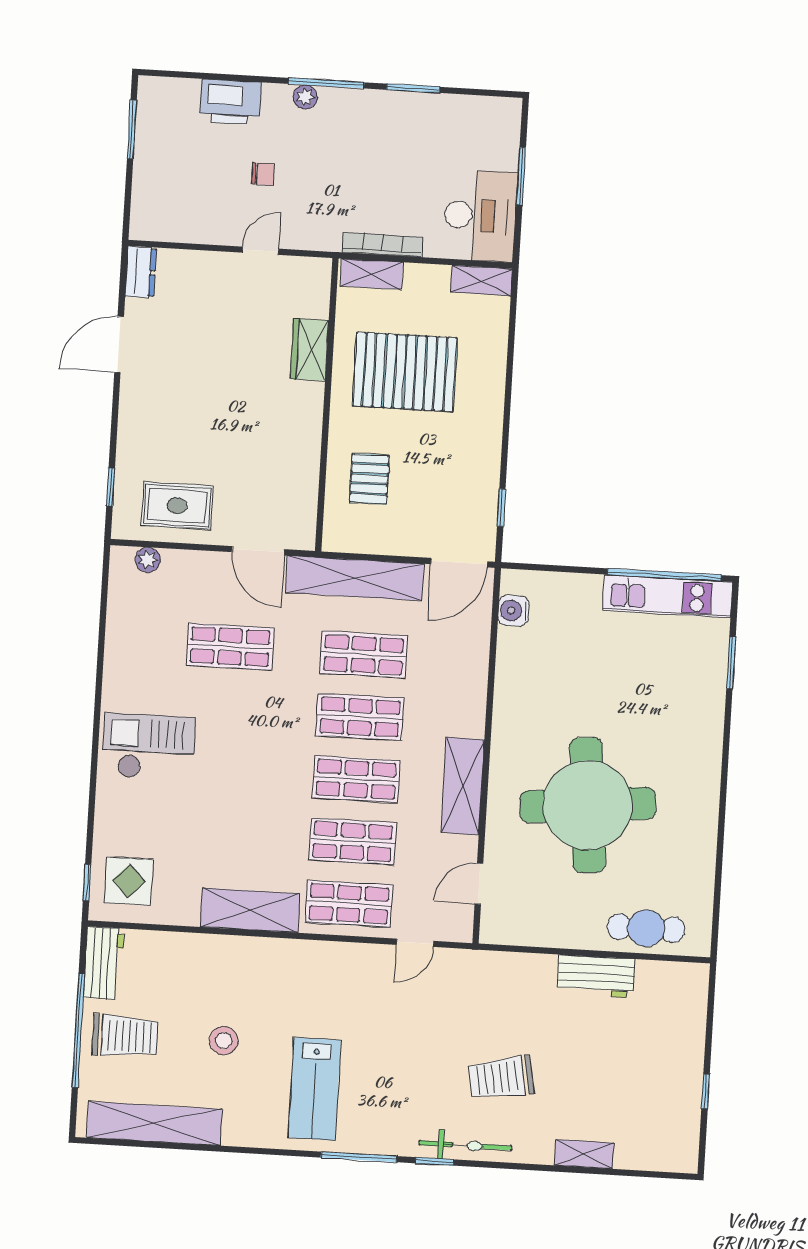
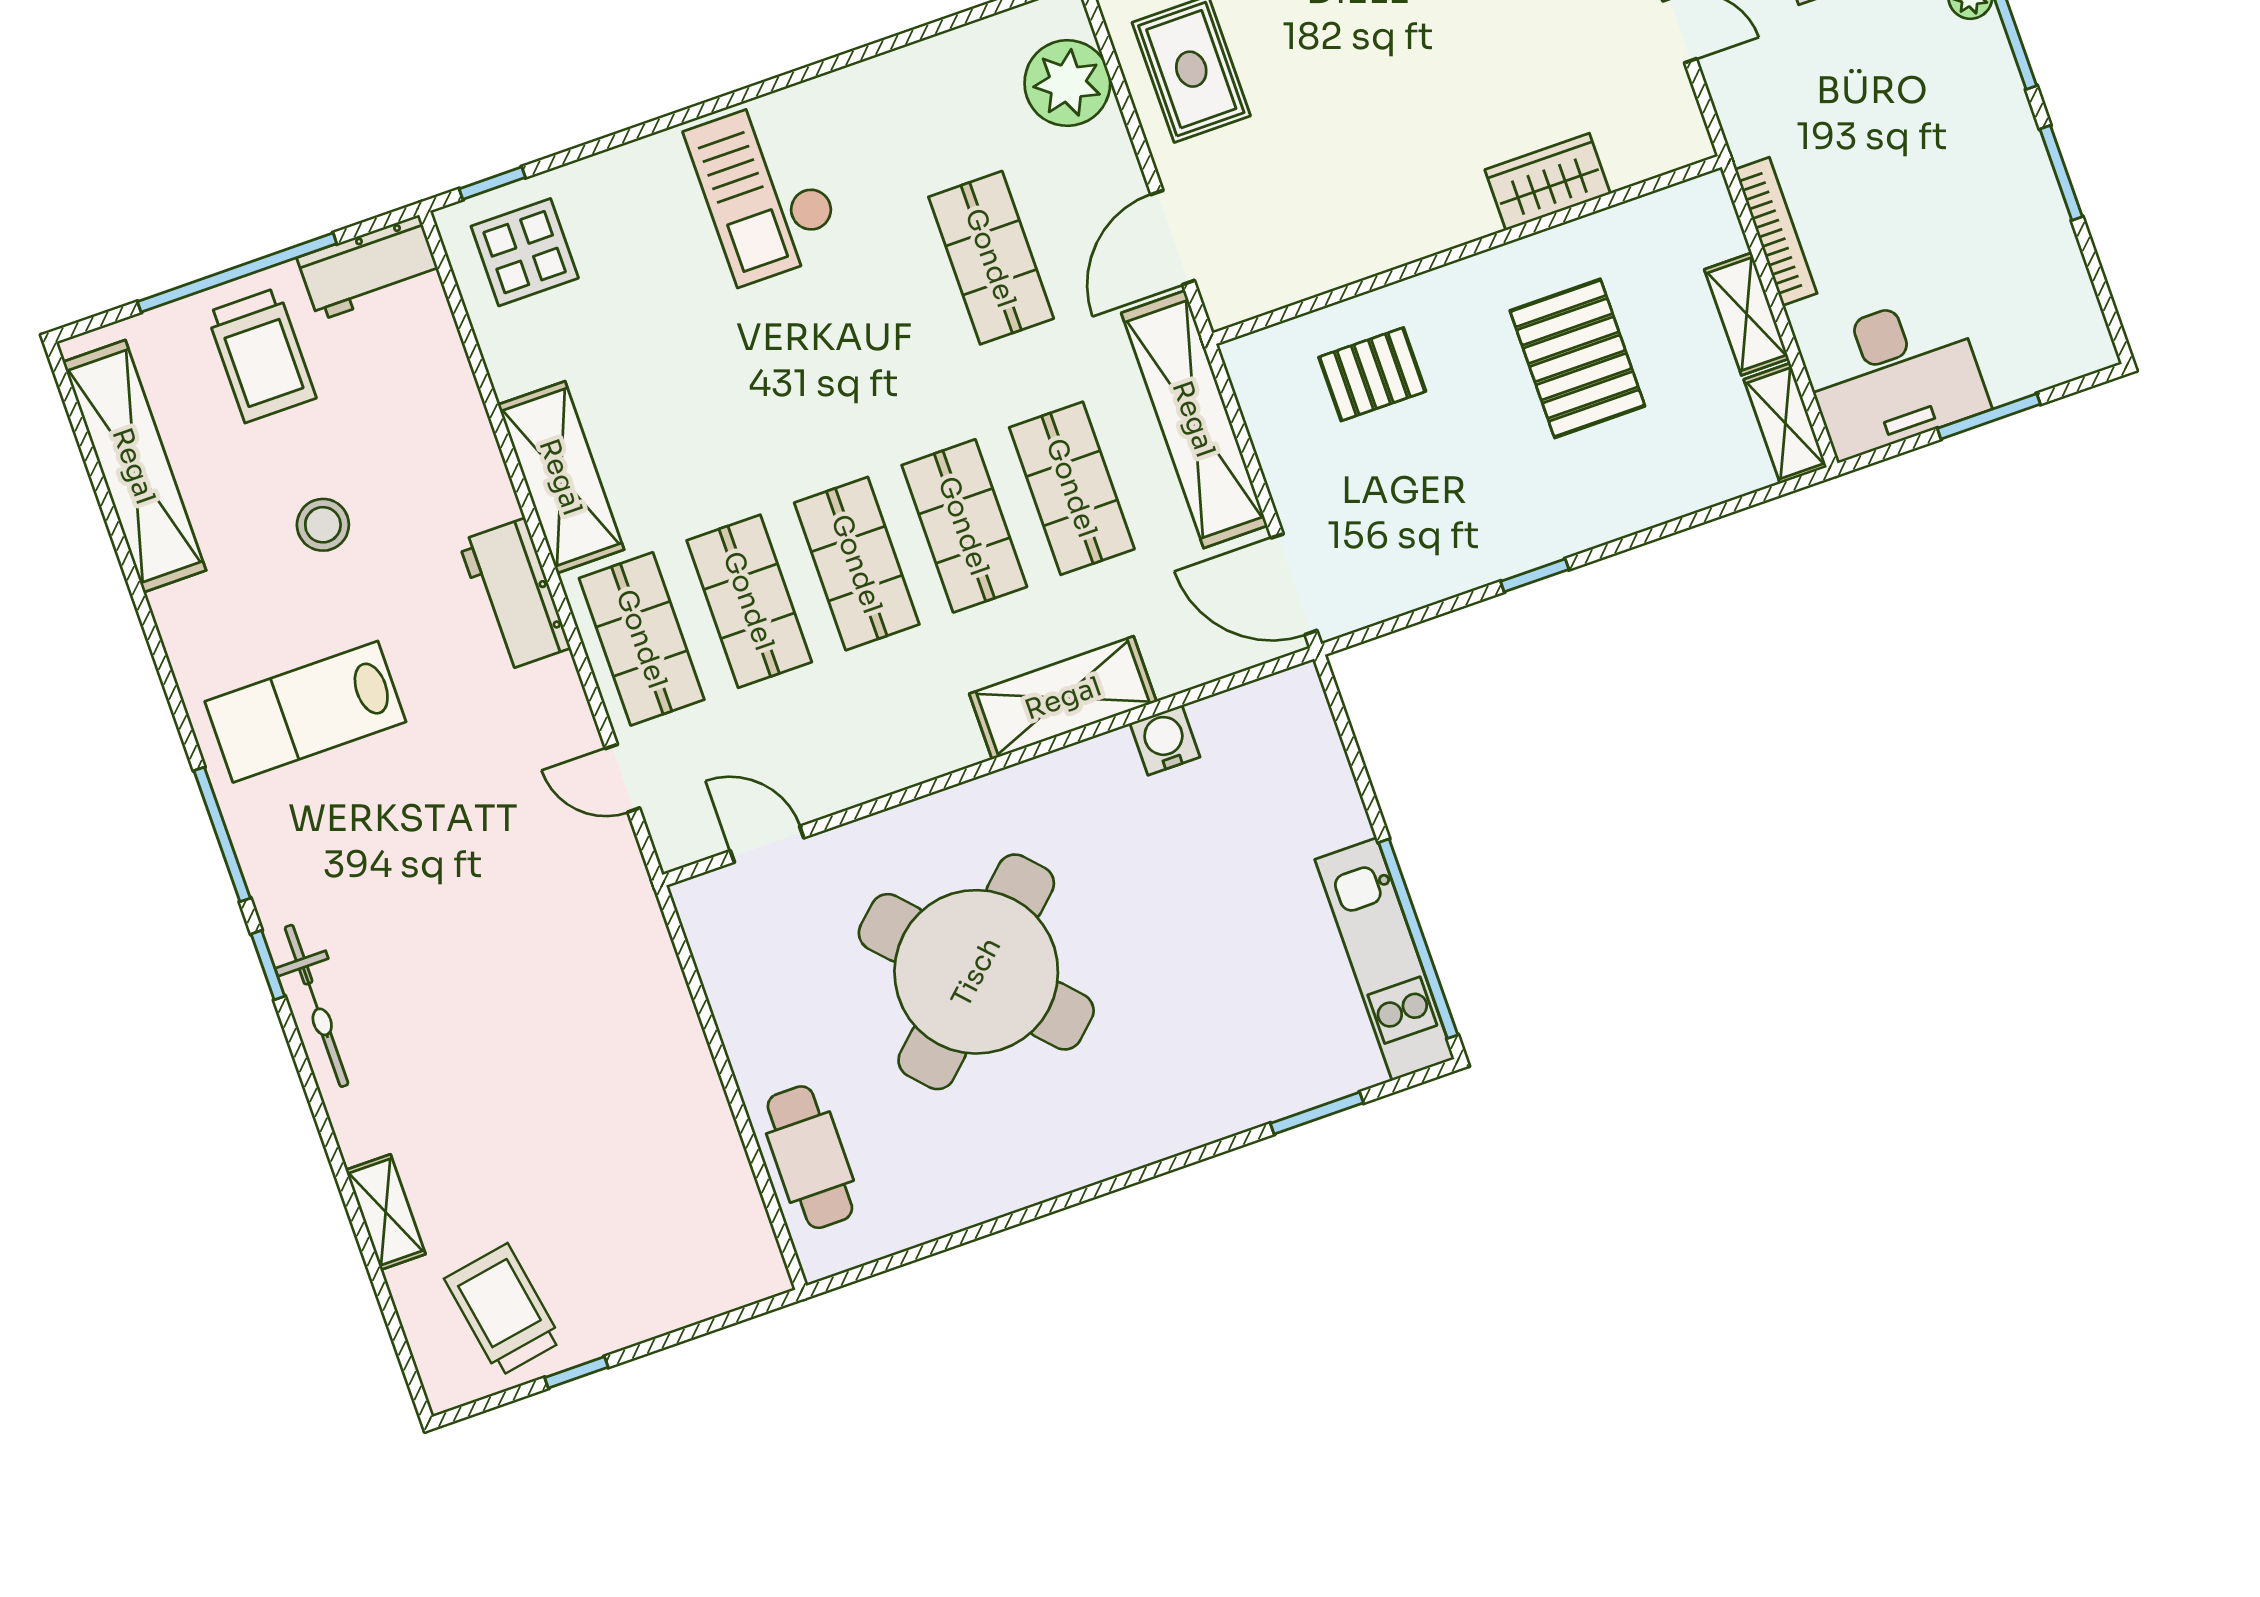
shelving: (372, 274) -> (1747, 314), moved
pallet: (405, 372) -> (1577, 358), width x0.73, depth x0.71
window: (501, 508) -> (1535, 575), moved
plant: (148, 560) -> (1067, 83), width x1.87, depth x1.87
water cooler: (513, 611) -> (1165, 740), moved
checkout: (148, 747) -> (765, 191), turned 180
shelving: (463, 786) -> (1063, 698), moved
round table: (588, 805) -> (976, 972), turned -38
workbench: (596, 976) -> (515, 595), moved
trolley: (501, 1078) -> (503, 1310), moved

